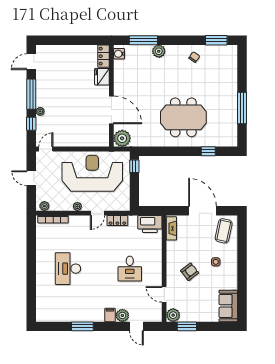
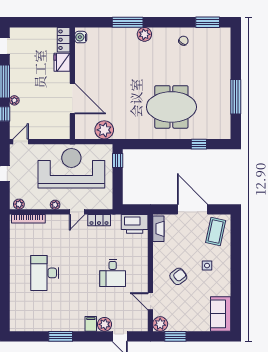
water cooler: (119, 54) -> (81, 37), moved
locker: (103, 56) -> (64, 40), moved
fridge: (102, 77) -> (62, 62), moved
wall: (111, 96) -> (72, 83), moved
door: (111, 110) -> (72, 99), moved

